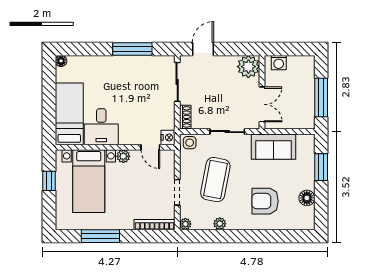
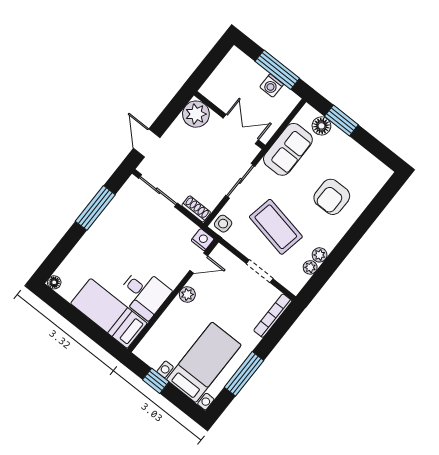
washing machine: (279, 63) -> (272, 86), moved, turned 90
bed with nightstands: (89, 181) -> (204, 362), moved, turned -90
floor lamp: (307, 198) -> (321, 126), moved
plant: (185, 224) -> (310, 267), moved

